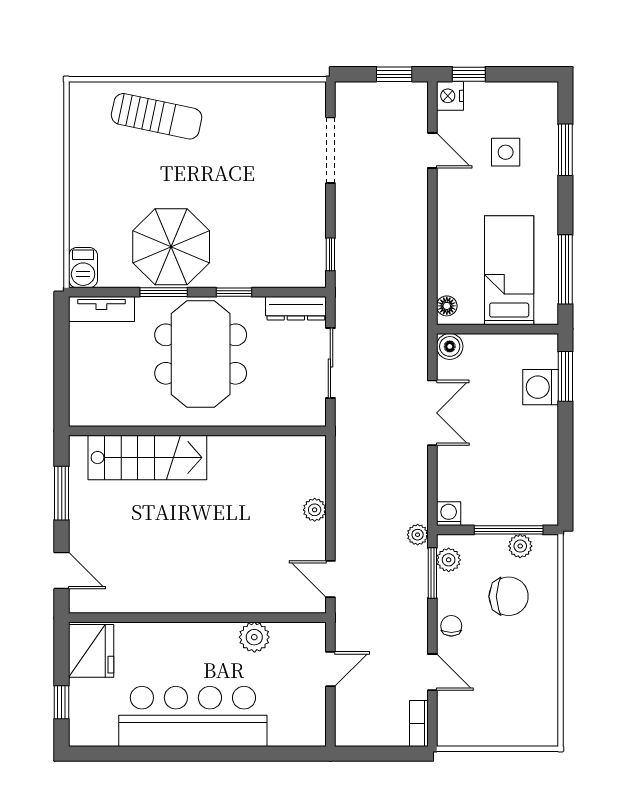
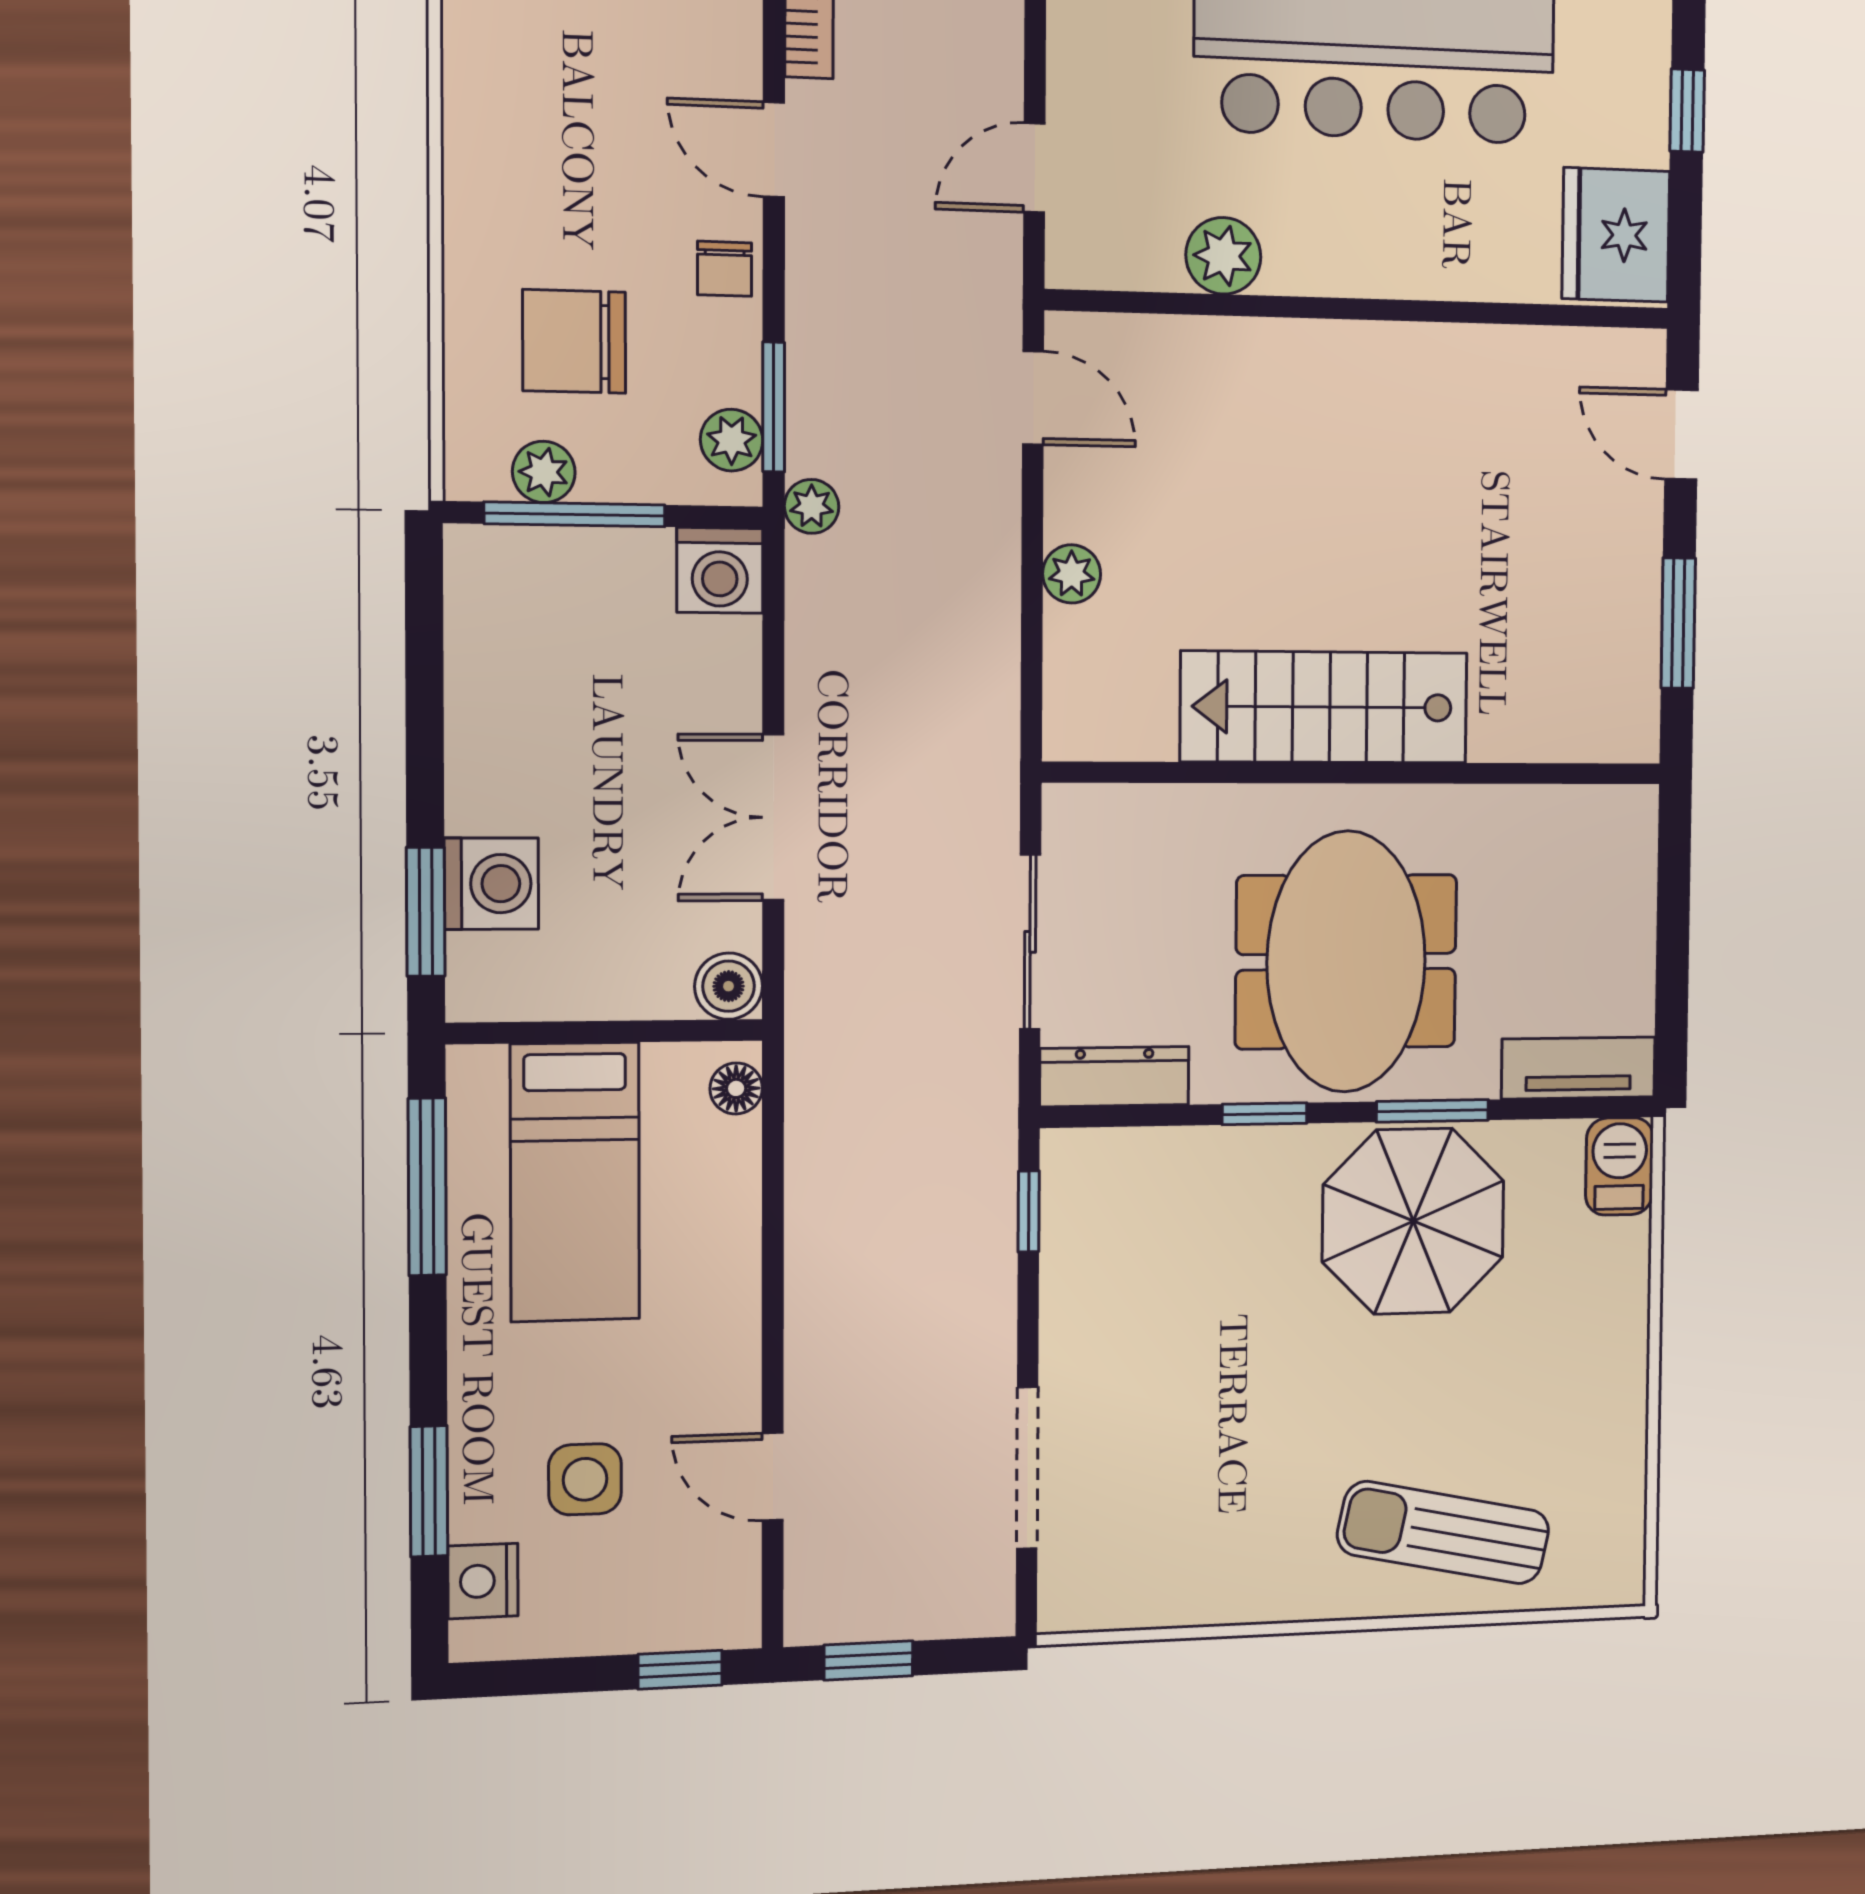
nightstand: (450, 96) -> (483, 1581), moved, turned 180
stairs: (147, 458) -> (1324, 707), moved
washing machine: (449, 514) -> (720, 570), width x1.38, depth x1.38

